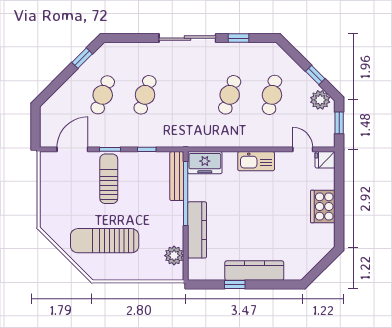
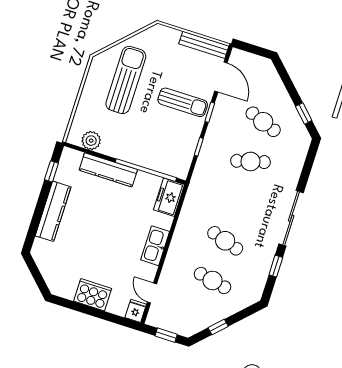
cafe table: (145, 95) -> (250, 161), turned -33
plant: (320, 100) -> (193, 324), removed
door: (303, 149) -> (152, 293), swing flipped
bench: (177, 176) -> (204, 45), moved
window: (235, 284) -> (51, 171), moved

